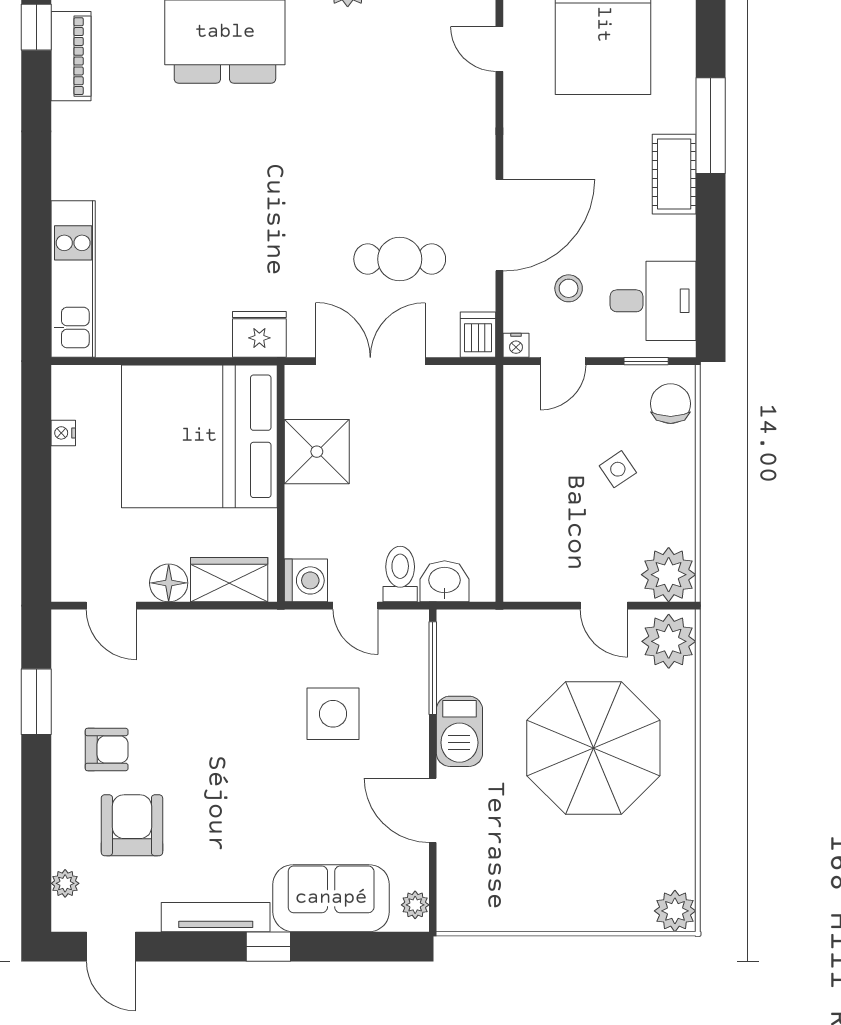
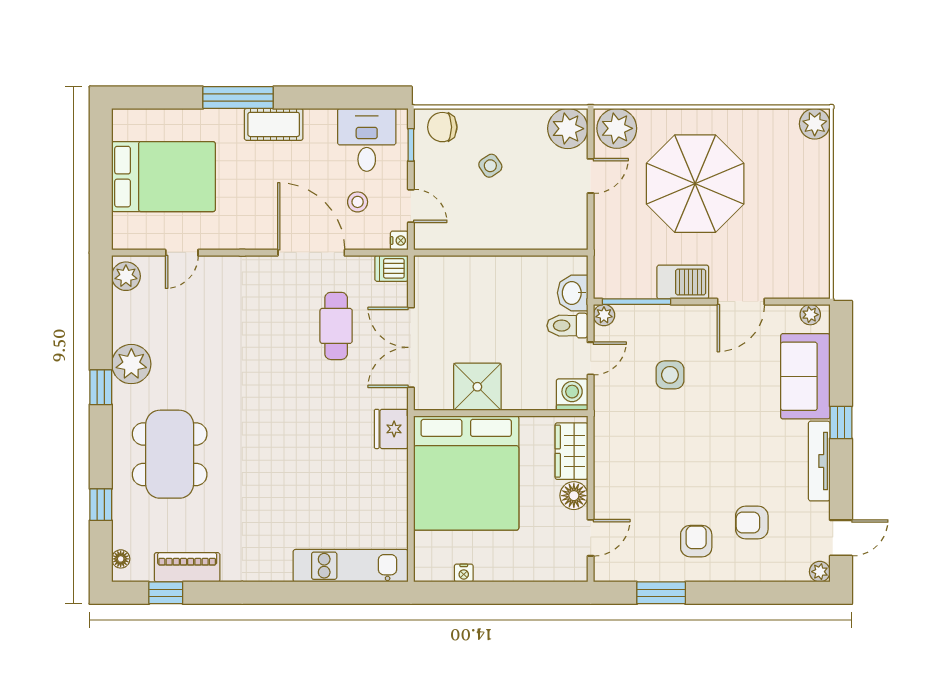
plant: (414, 624) -> (604, 315), added
side table: (333, 714) -> (670, 375), width x0.73, depth x0.73
armchair: (132, 825) -> (752, 523), width x0.72, depth x0.72
plant: (65, 883) -> (820, 572), moved

